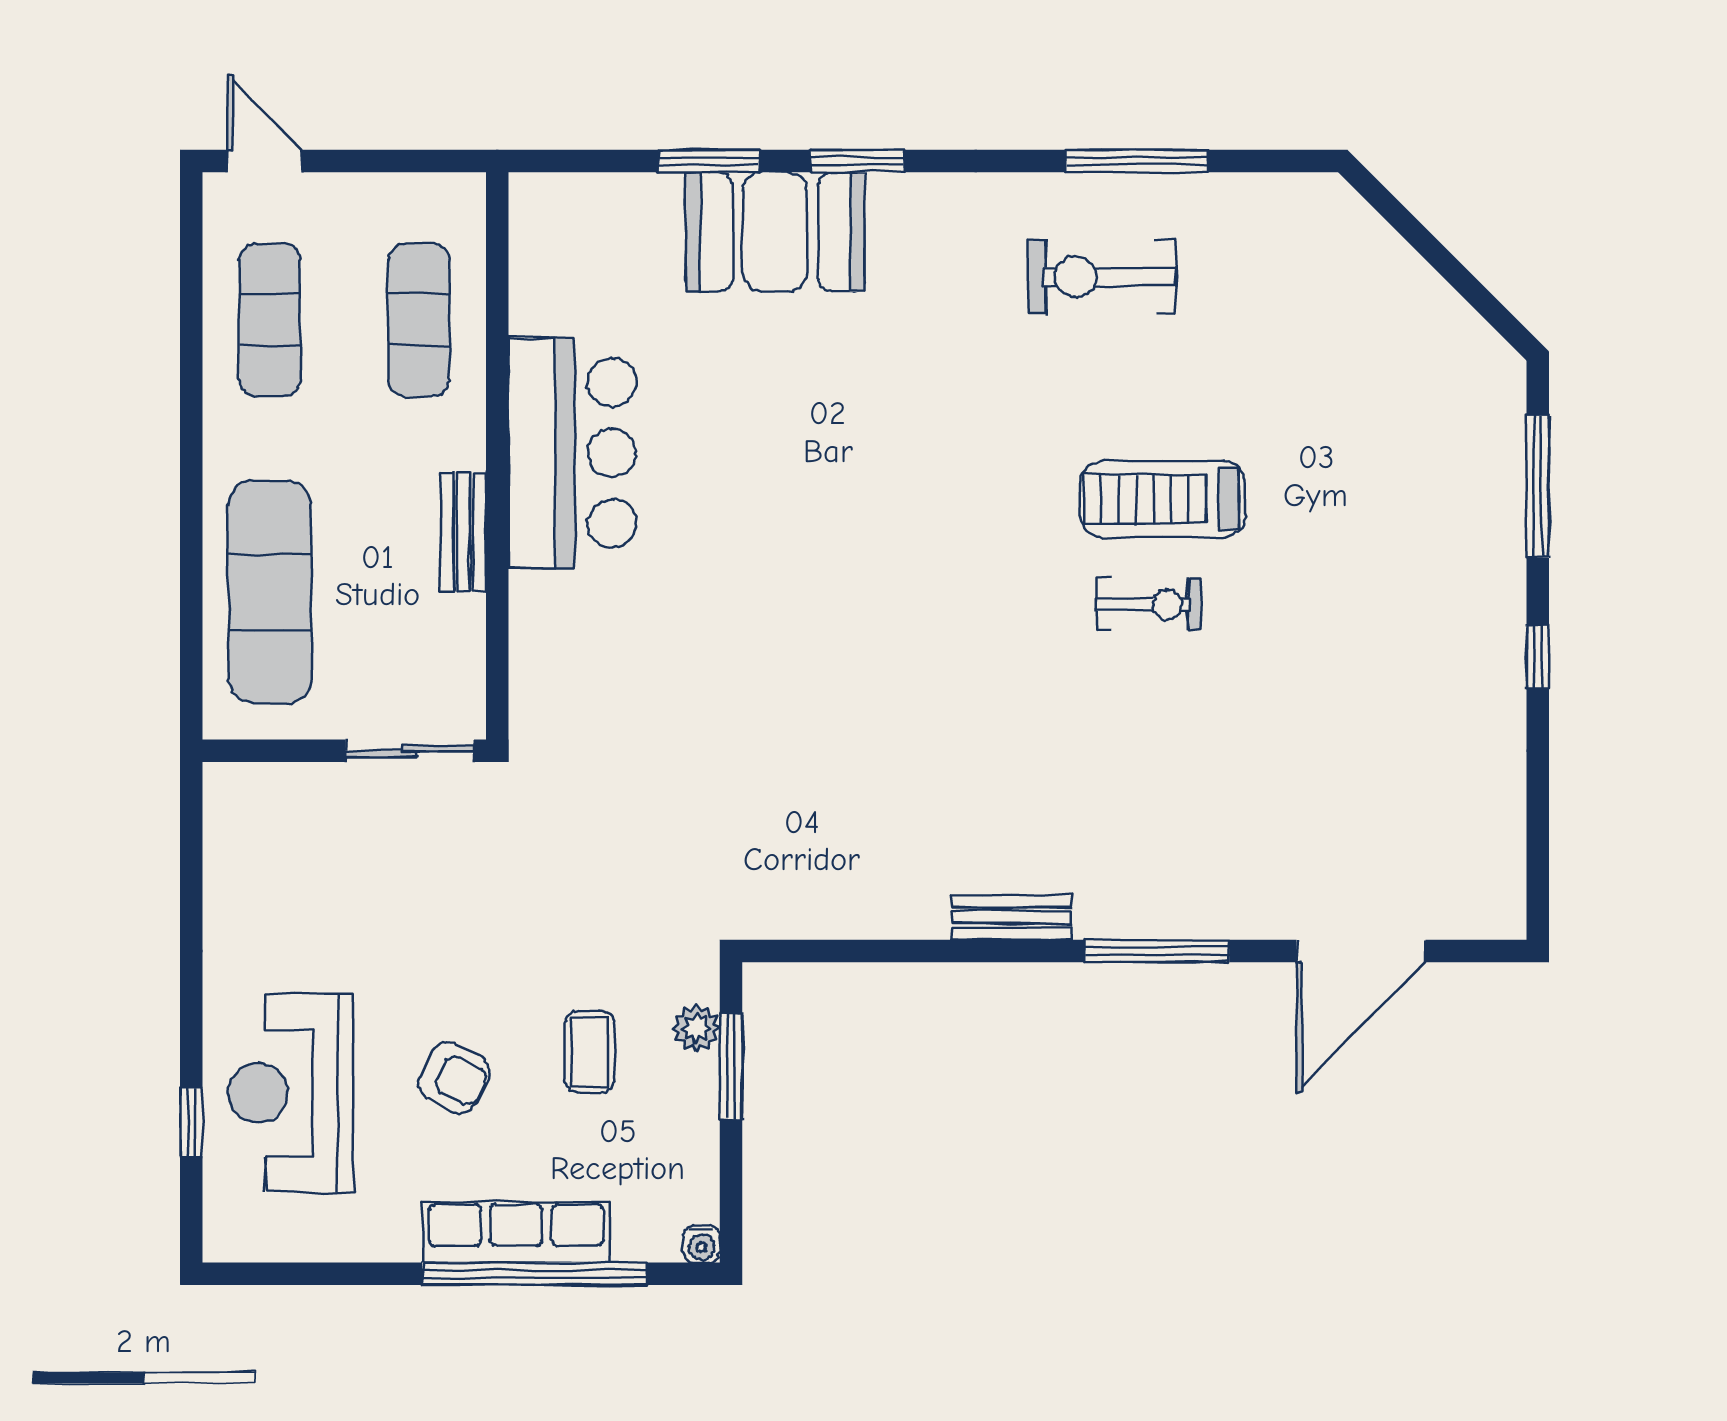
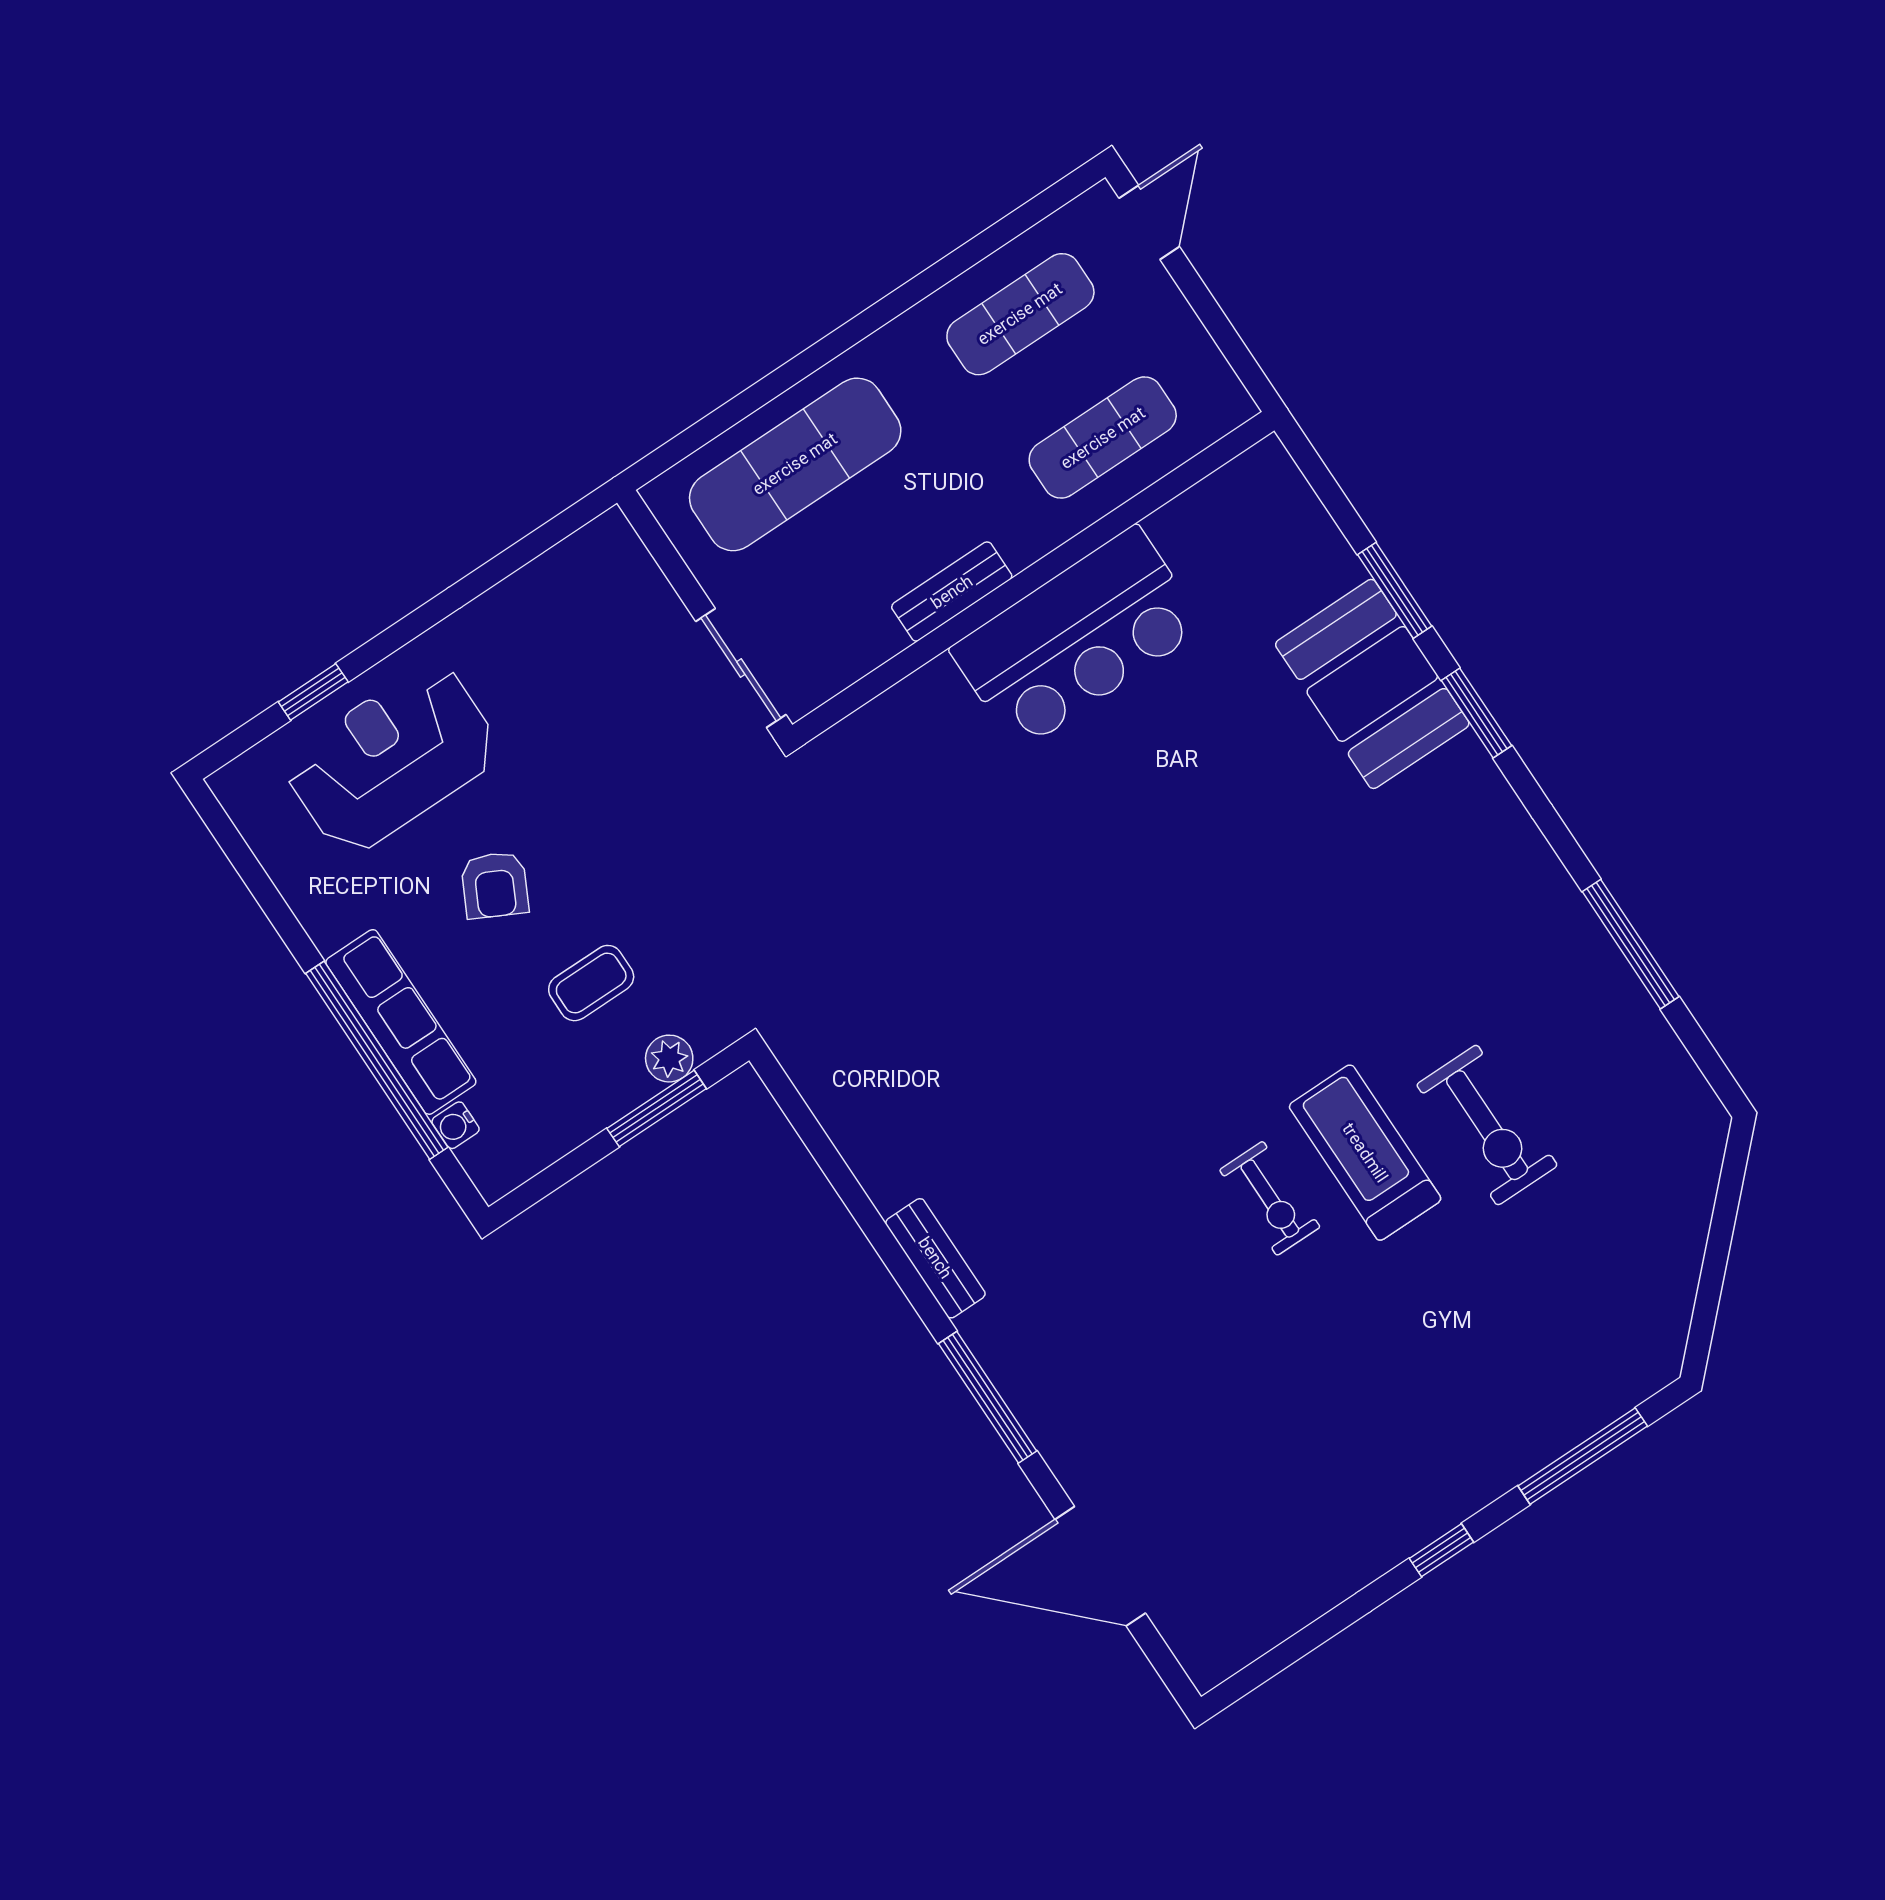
exercise bike: (1102, 277) -> (1487, 1125), moved, turned 180
water cooler: (701, 1244) -> (456, 1125), moved

